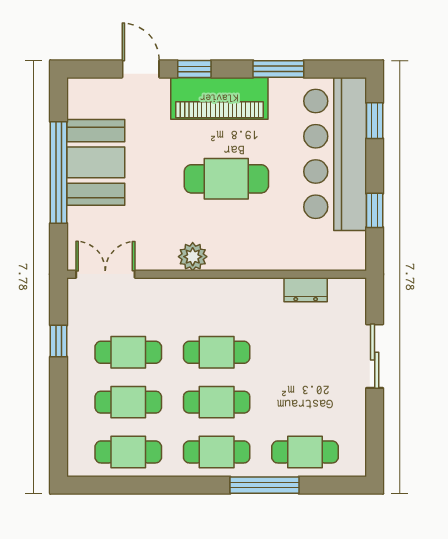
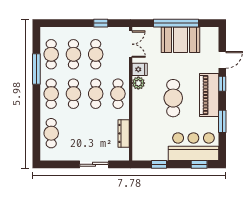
bar counter: (335, 154) -> (193, 147), width x0.73
fridge: (162, 254) -> (140, 69), added
dresser: (306, 290) -> (124, 133), width x1.44
cafe table: (217, 302) -> (118, 94), added
window: (264, 485) -> (36, 69), moved

